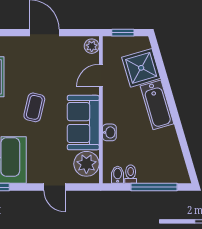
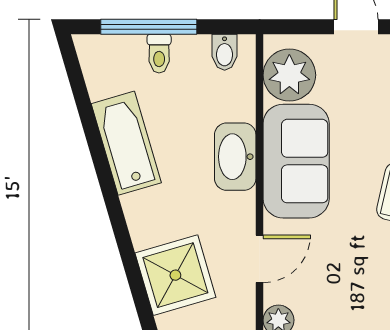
bathtub: (157, 105) -> (126, 143), moved
washbasin: (109, 132) -> (235, 157), width x1.91, depth x1.45
toilet: (131, 174) -> (159, 54), moved

